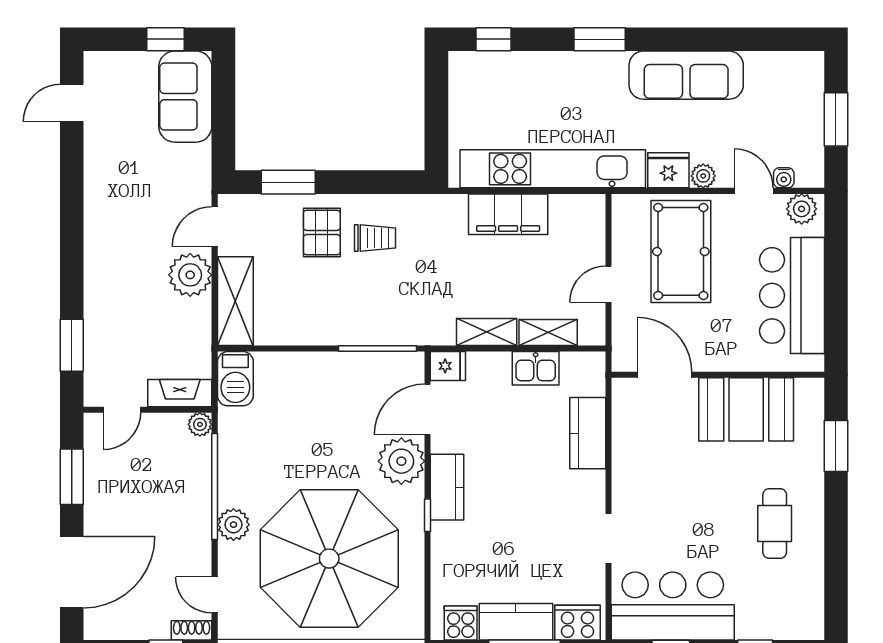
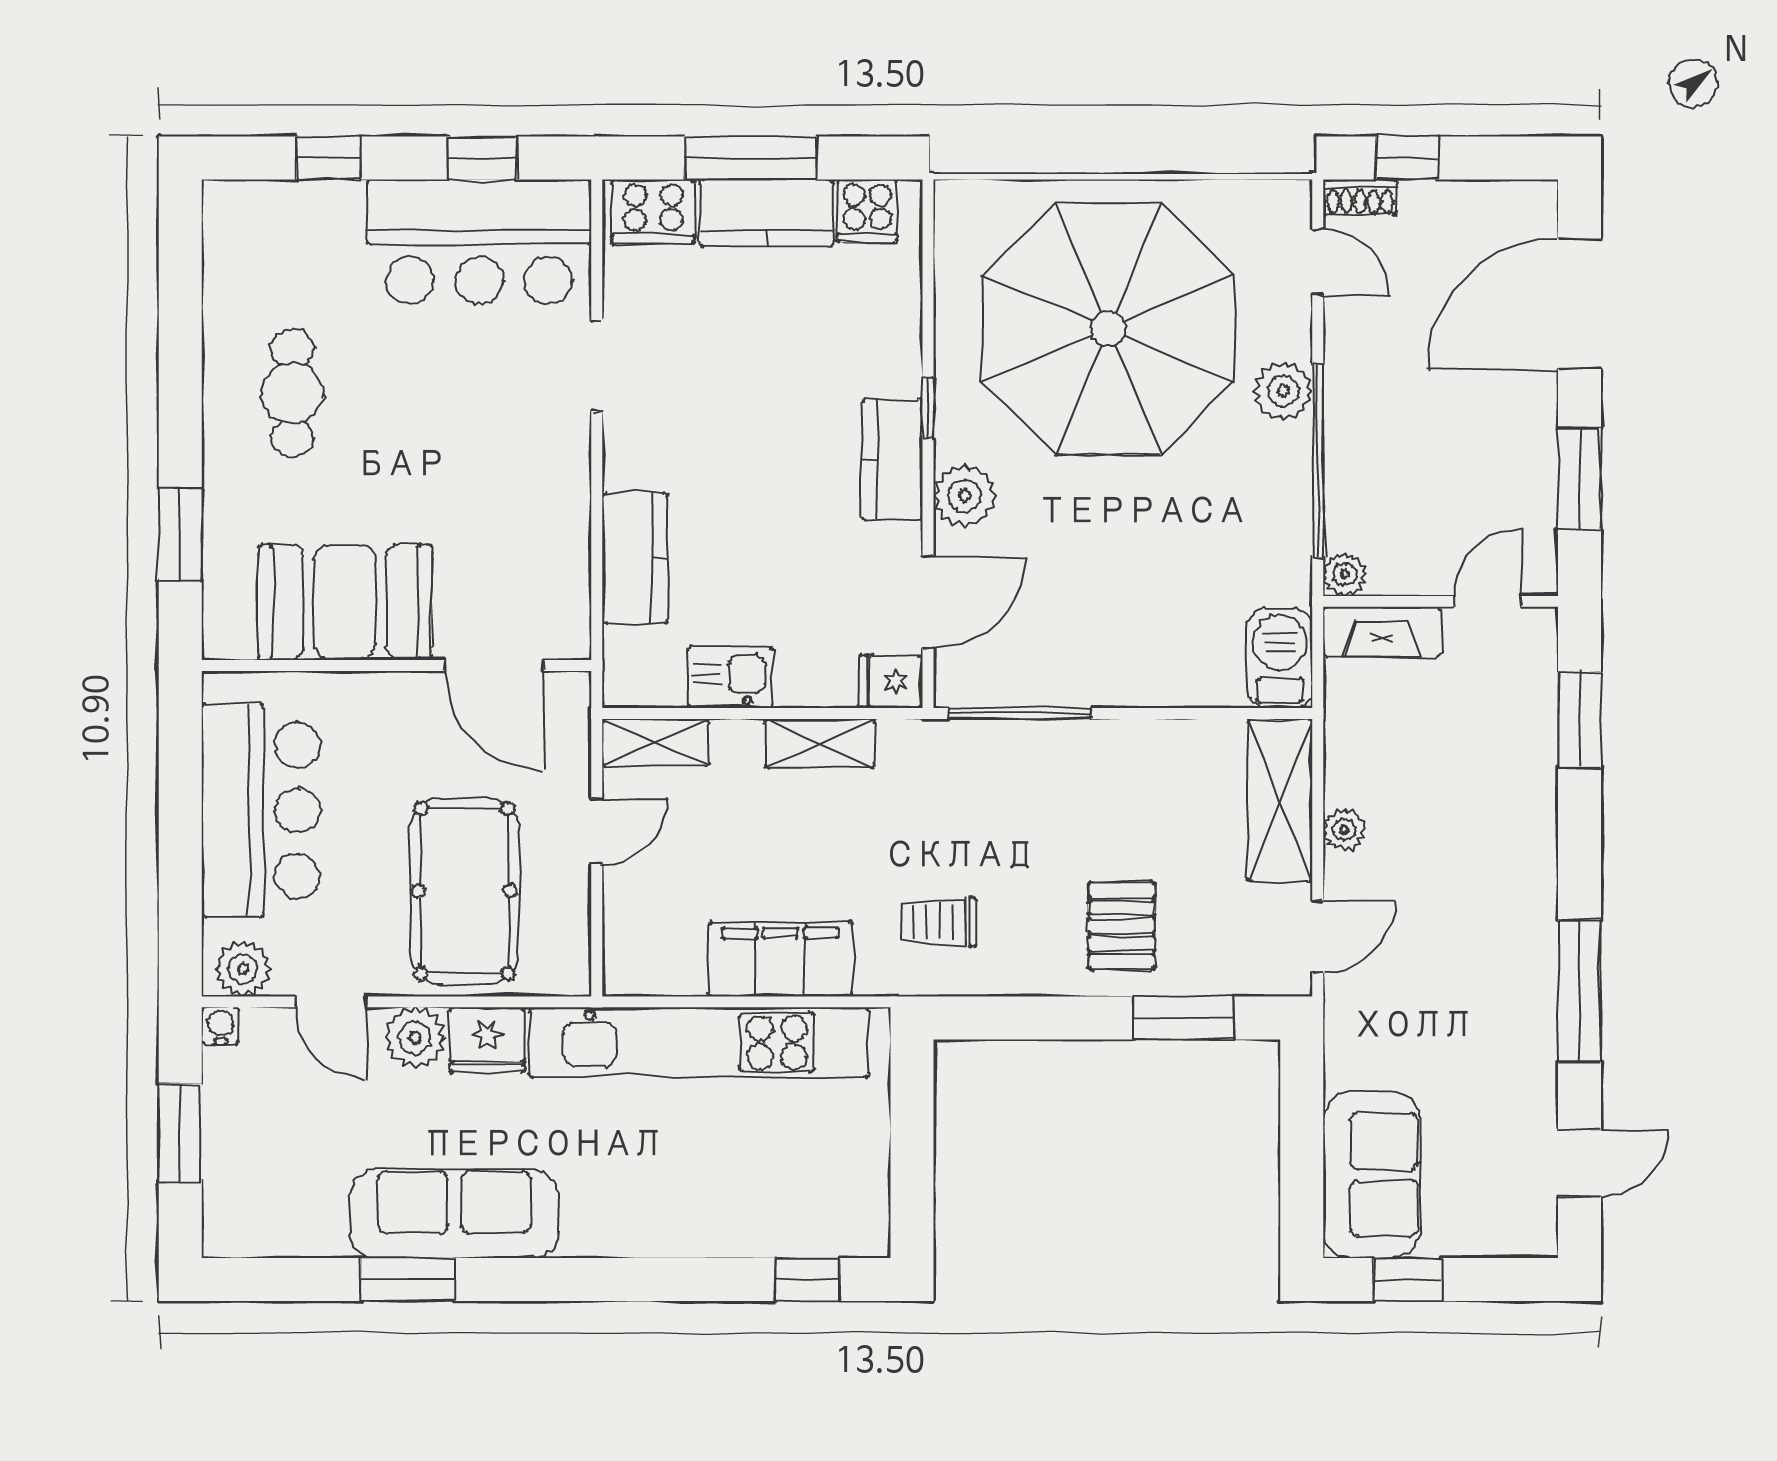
window: (600, 39) -> (408, 1280), moved
plant: (703, 176) -> (415, 1038), width x1.38, depth x1.38
water cooler: (784, 178) -> (220, 1026), moved
window: (72, 197) -> (1580, 991), added
trolley: (375, 238) -> (938, 922), moved
plant: (190, 275) -> (1344, 830), width x0.53, depth x0.53
shelving: (548, 332) -> (655, 743), moved
plant: (401, 461) -> (965, 496), width x0.73, depth x0.73

